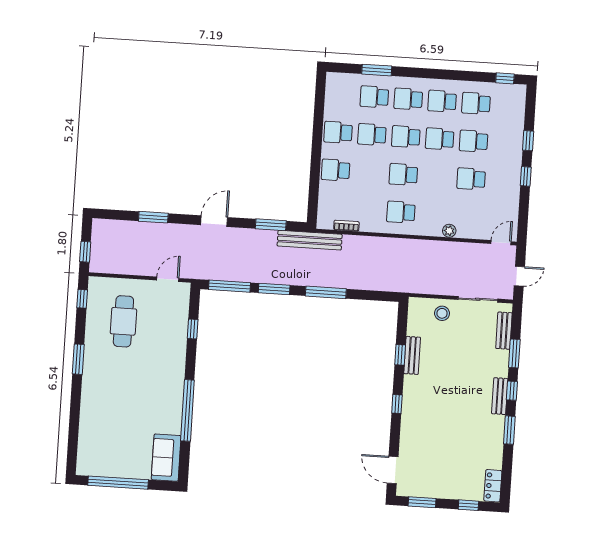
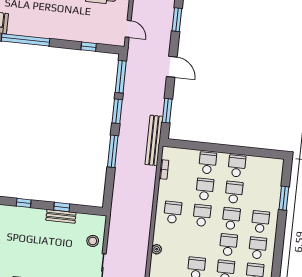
school desk: (374, 97) -> (205, 189), moved

